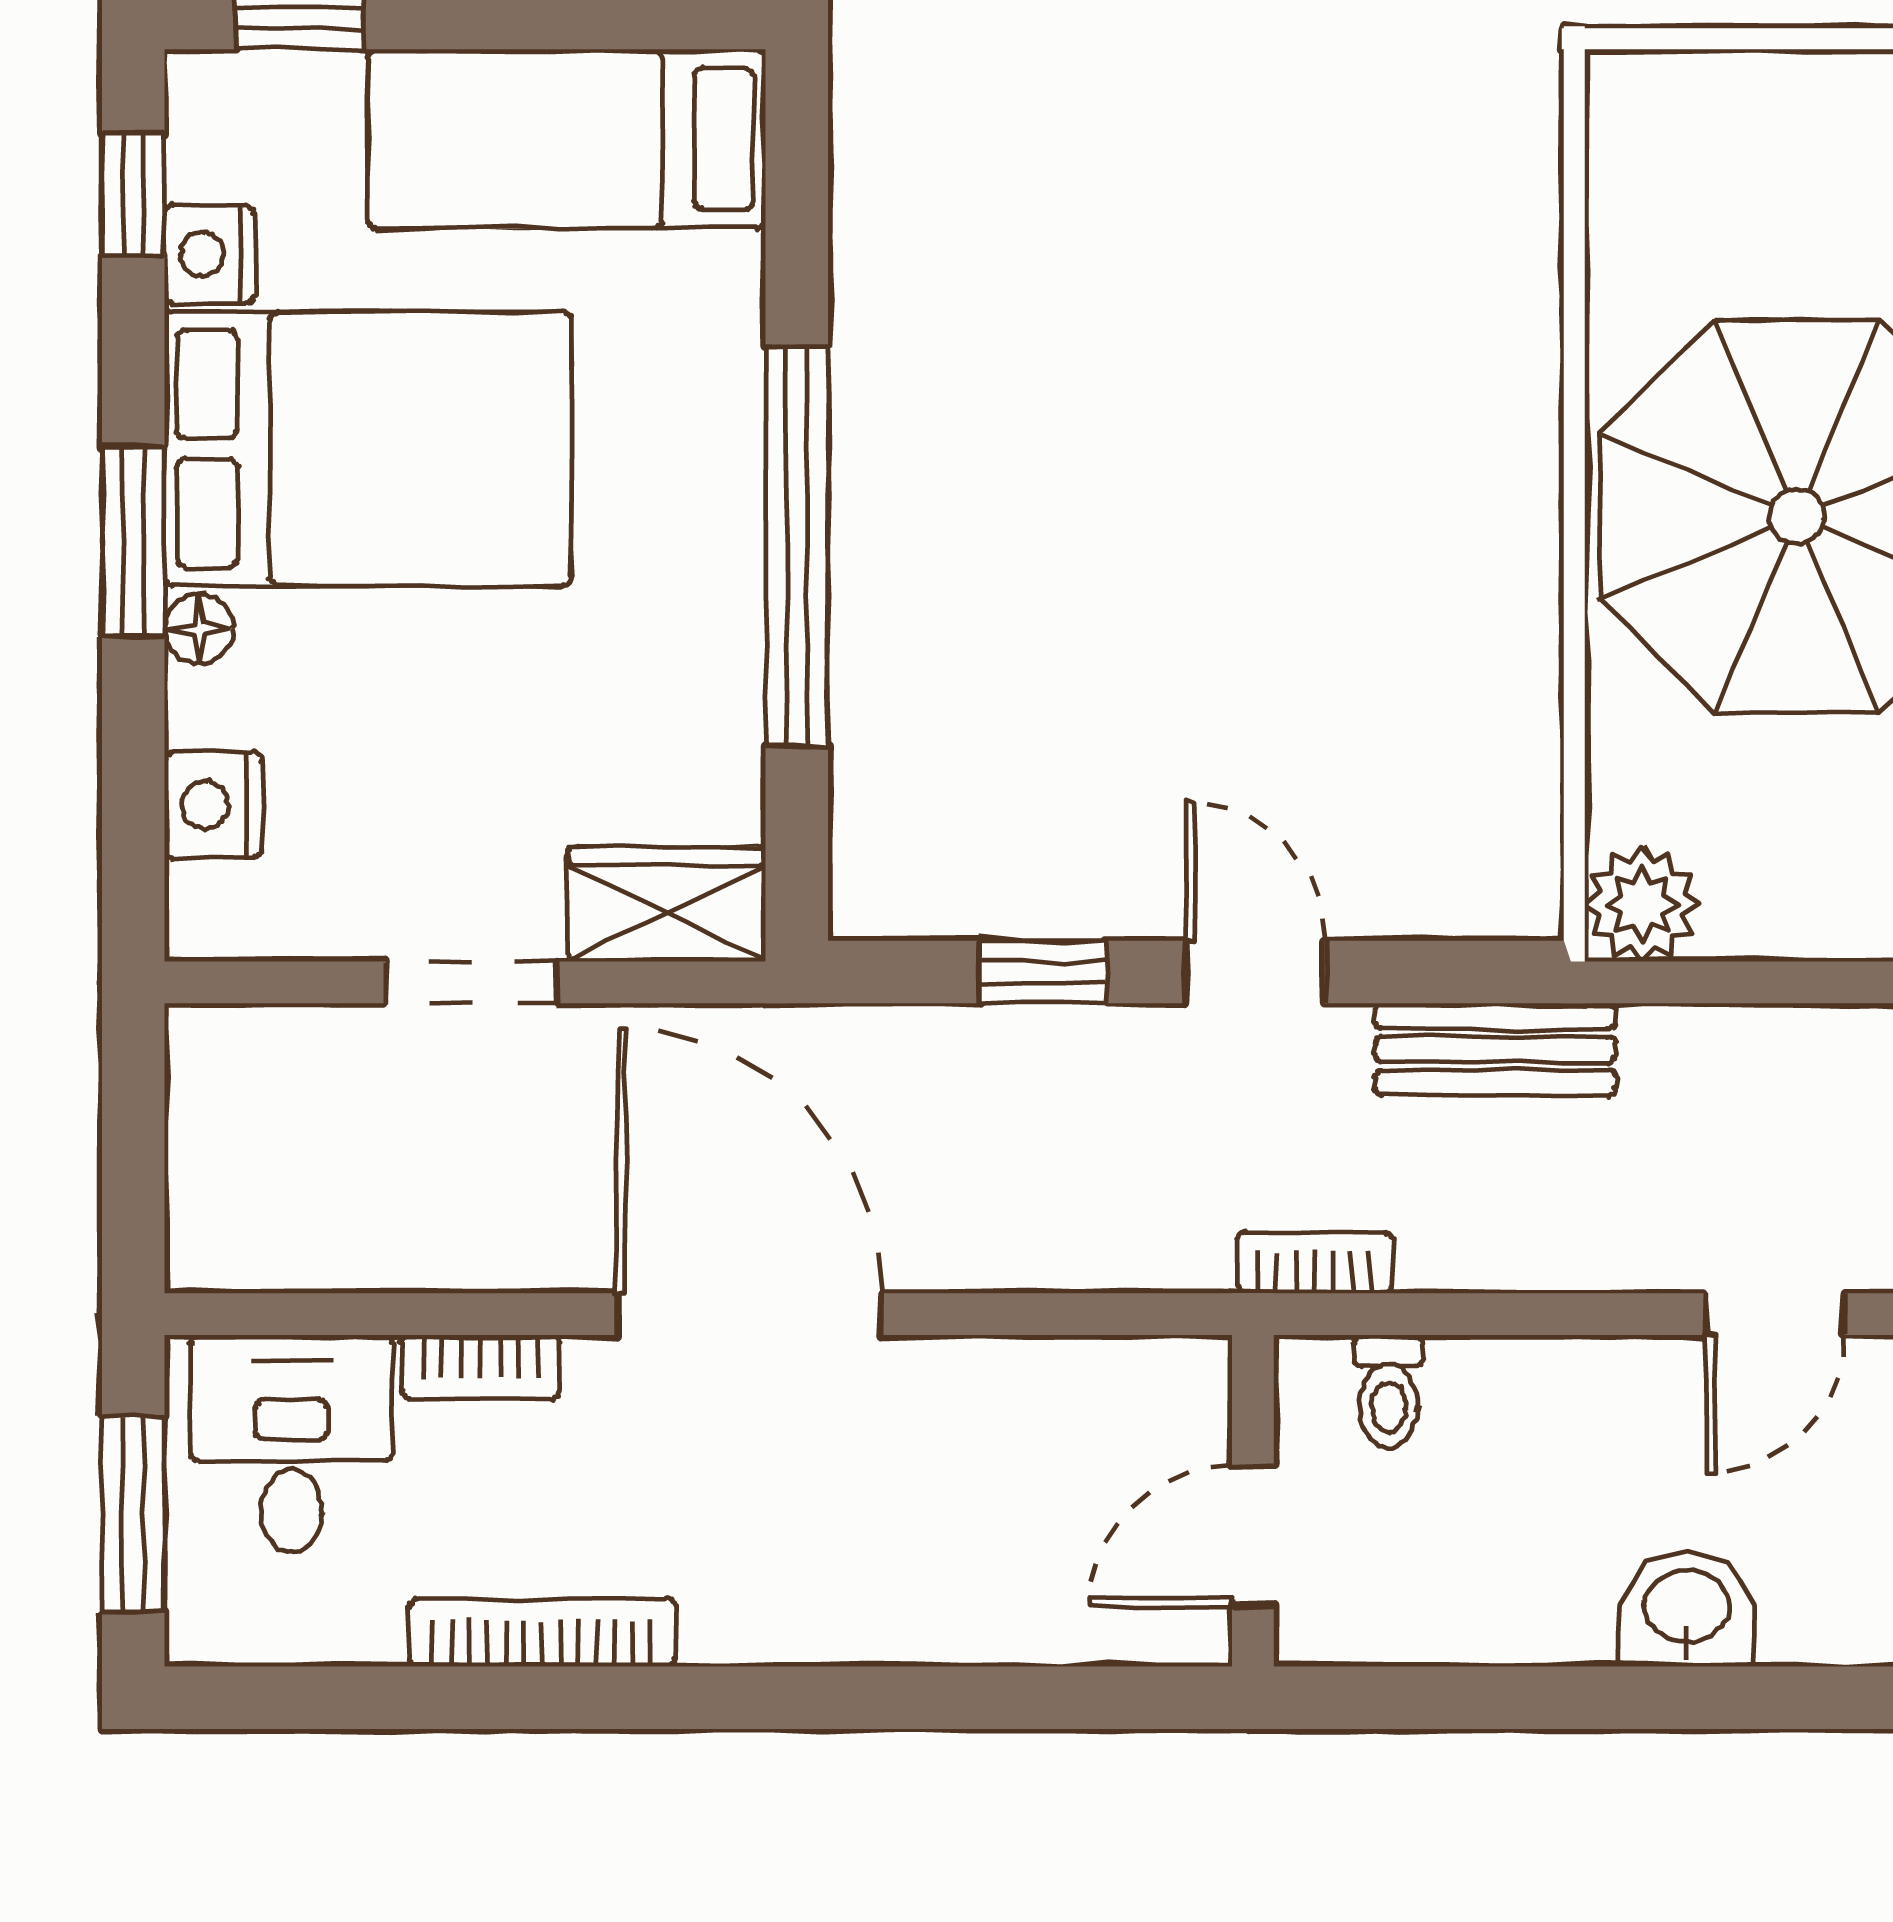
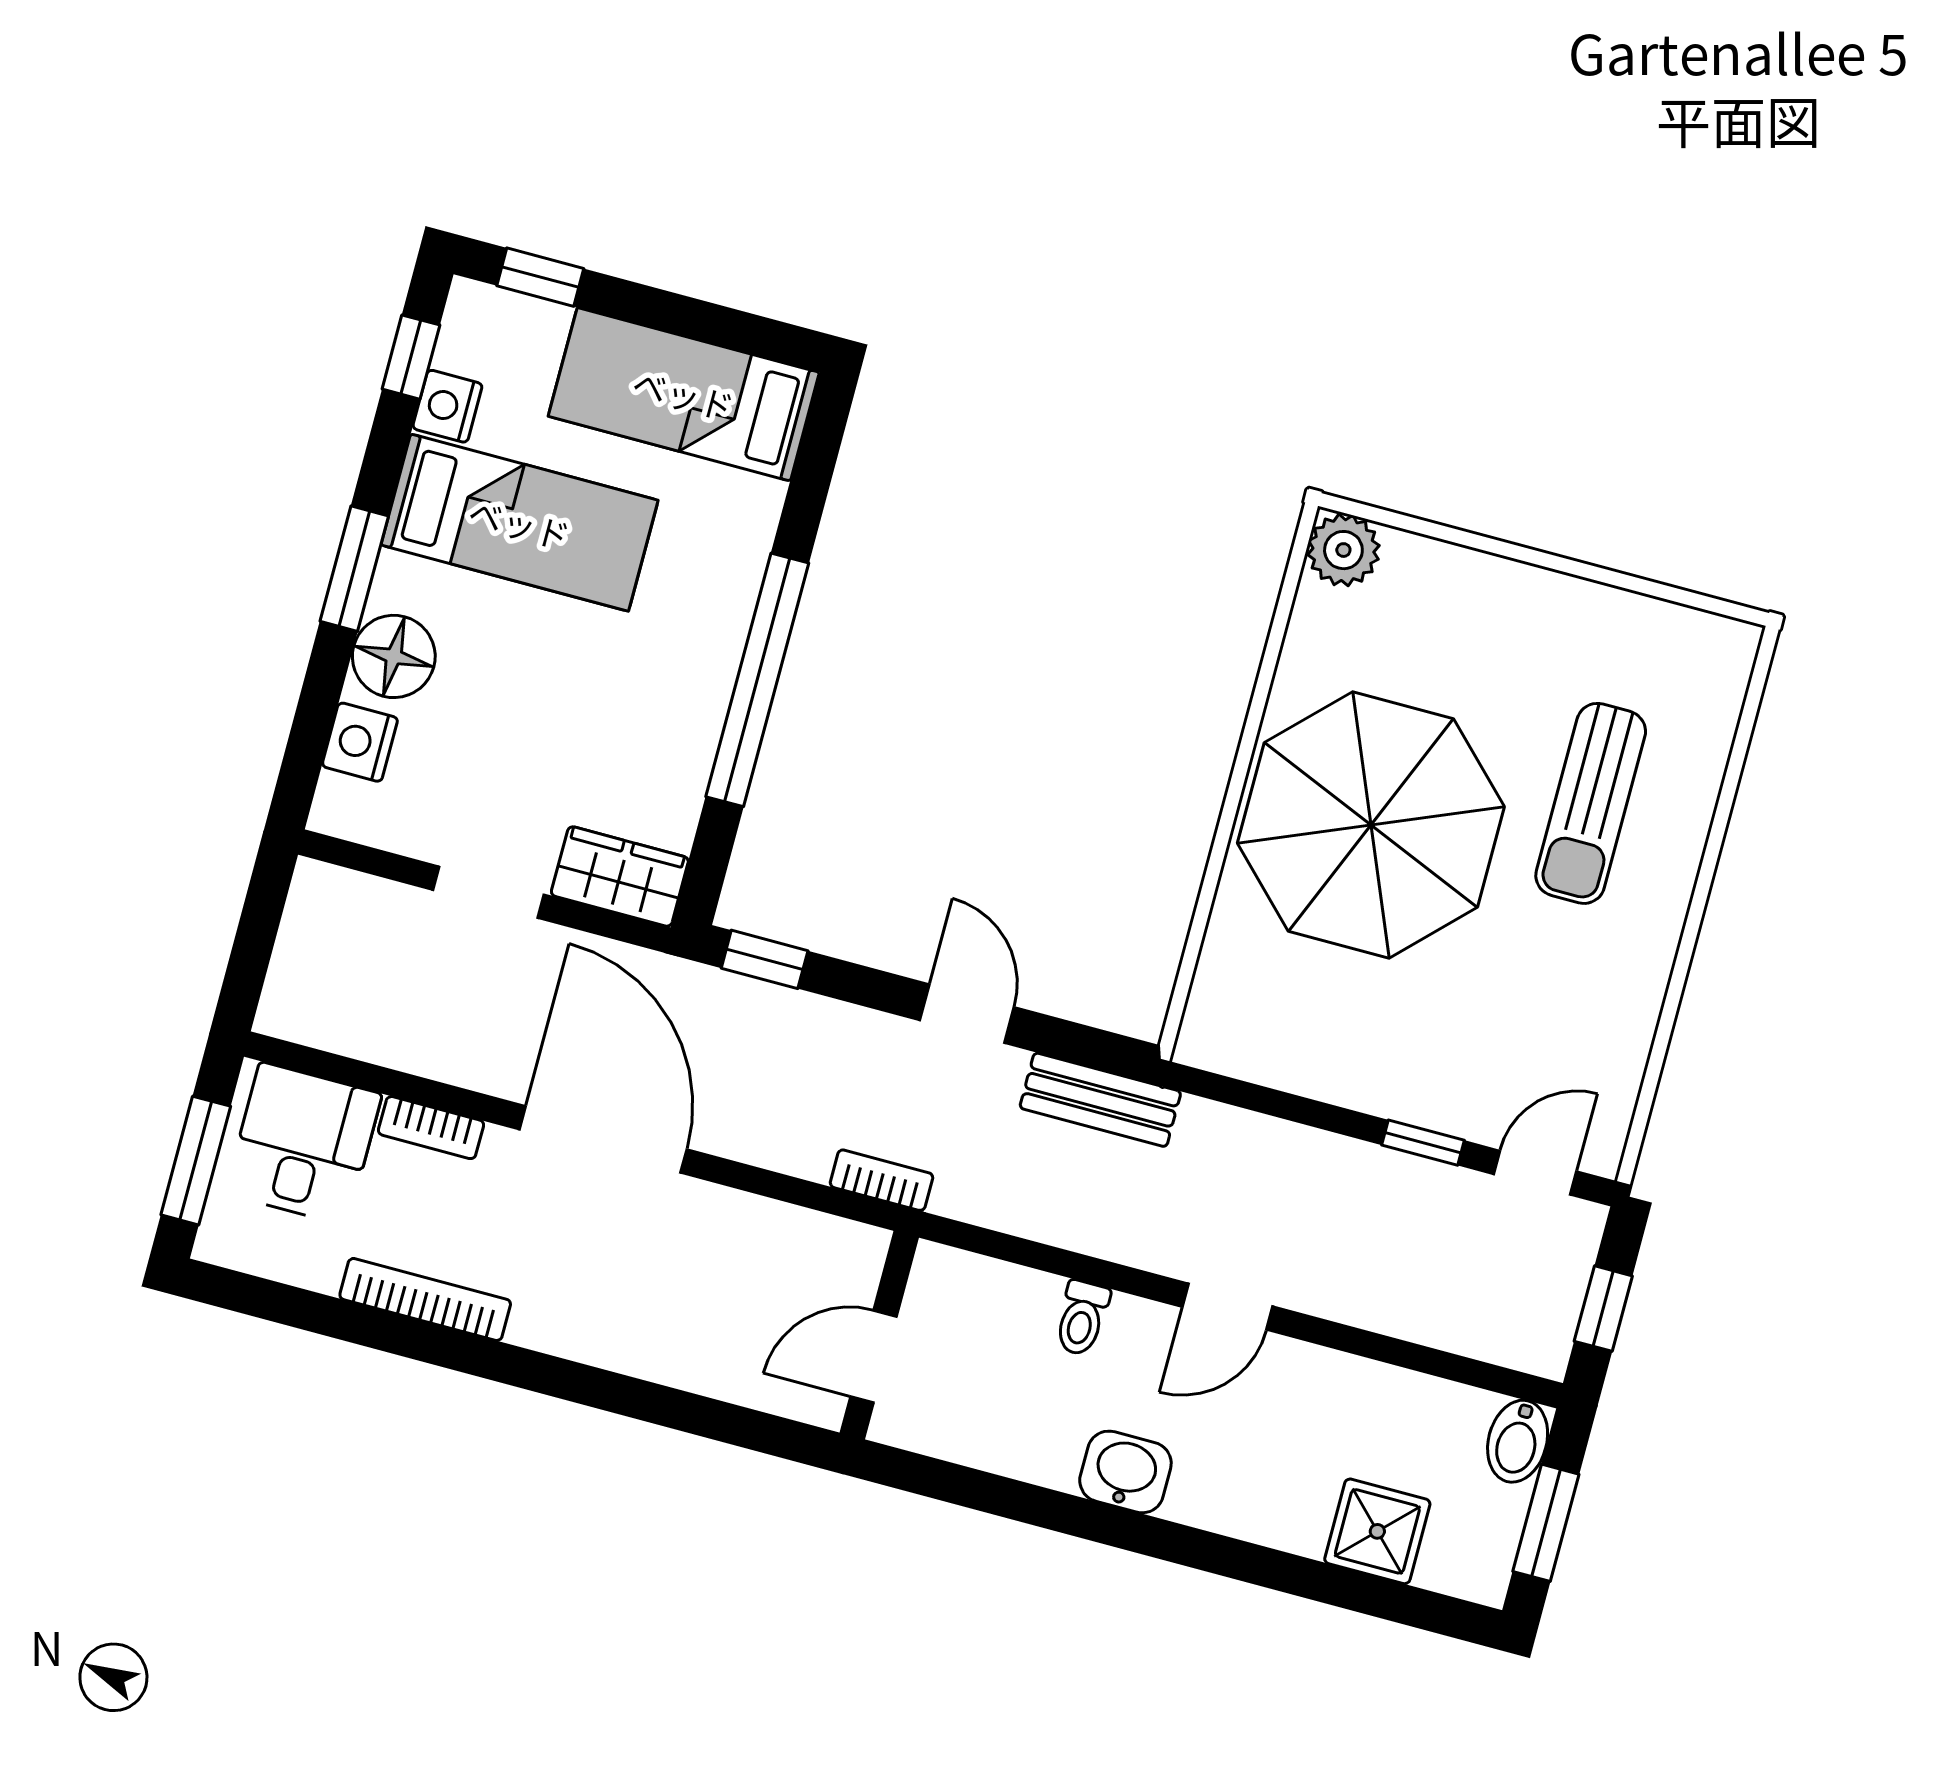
bed: (368, 449) -> (520, 523), width x0.67
floor lamp: (199, 629) -> (394, 656), width x1.89, depth x1.89
plant: (1642, 904) -> (1343, 550), moved
window: (1043, 972) -> (765, 959), moved
bookcase: (1315, 1262) -> (881, 1180), moved
toilet: (1388, 1391) -> (1082, 1318), moved

